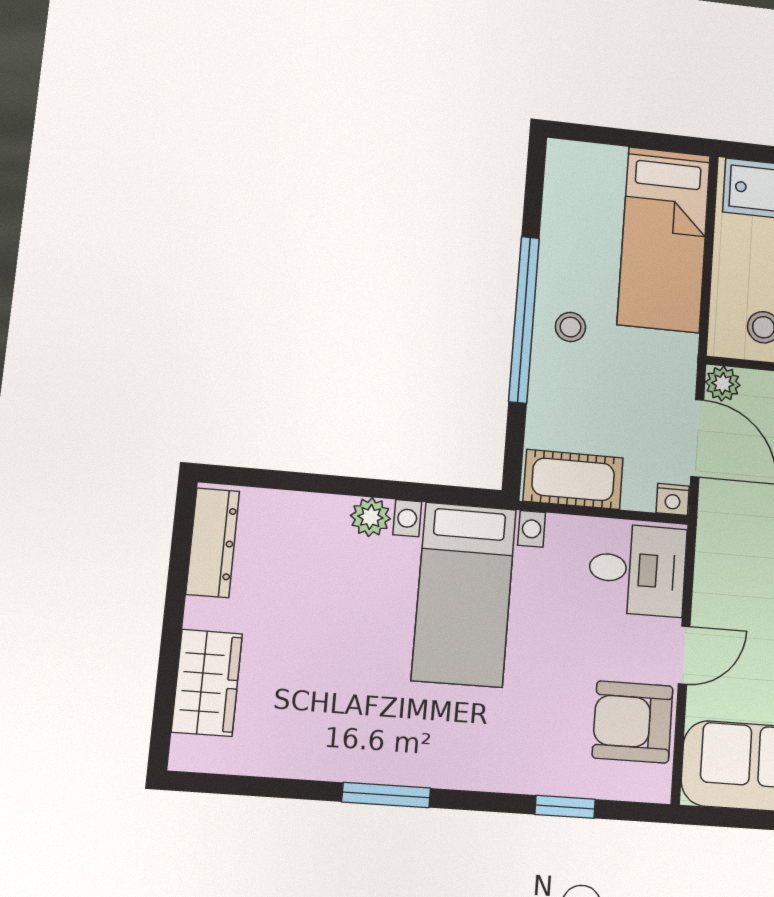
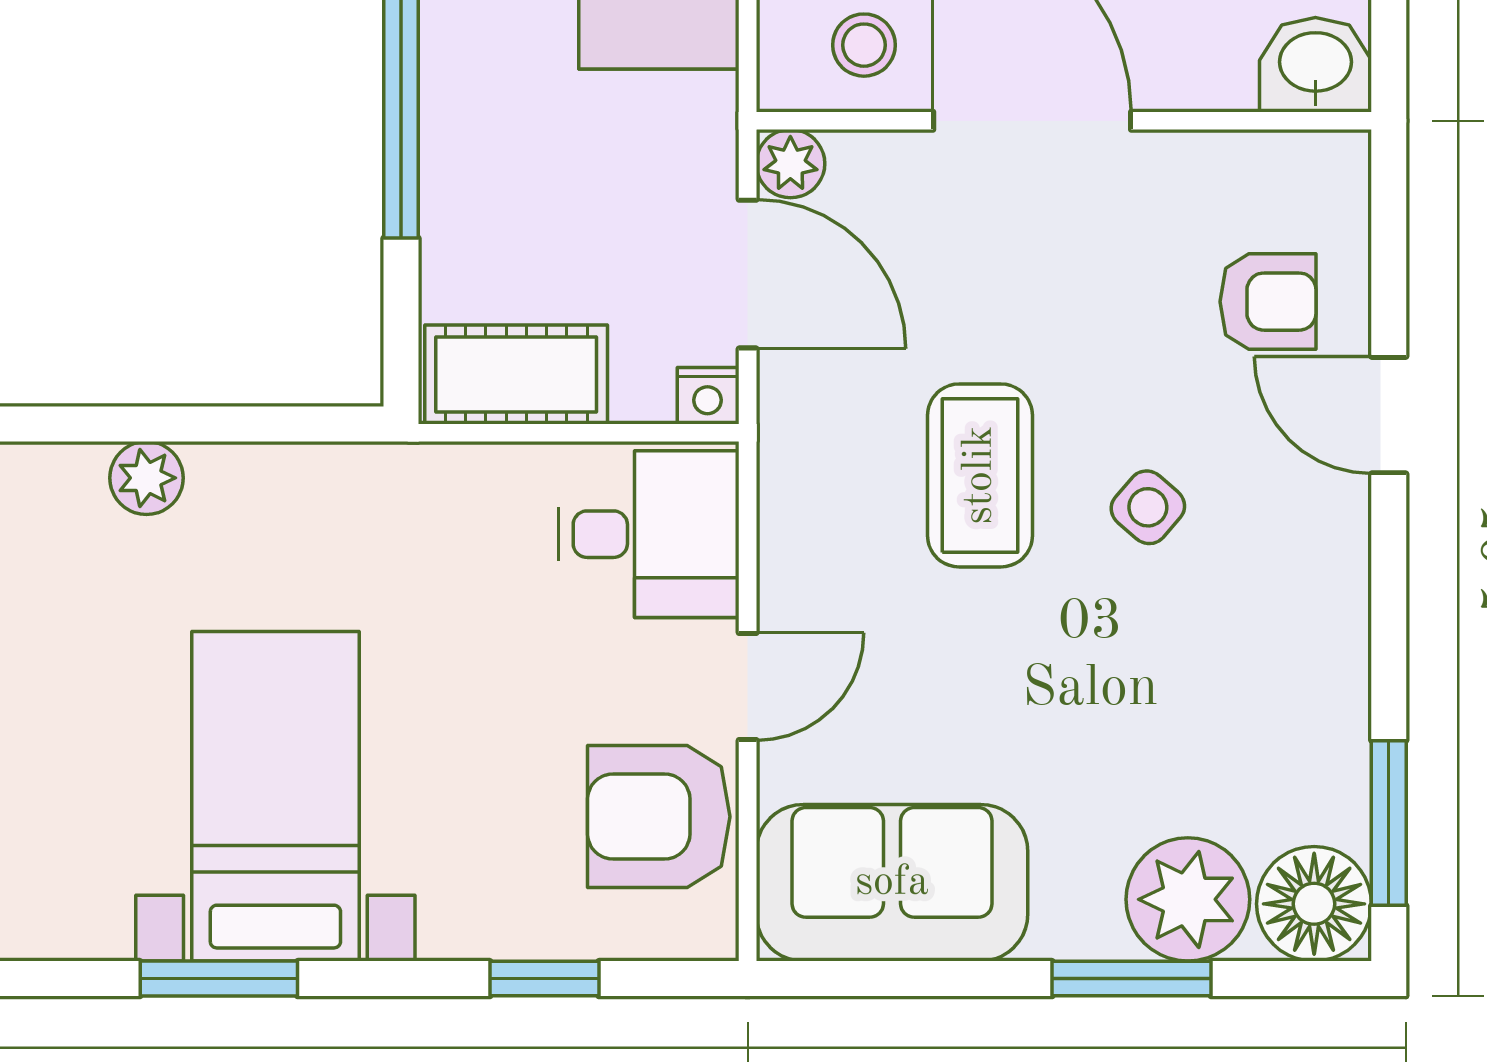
stool: (570, 327) -> (490, 83), removed
bed with nightstands: (464, 594) -> (275, 796), moved, turned 180

